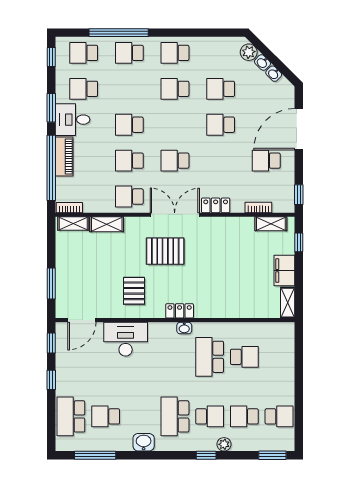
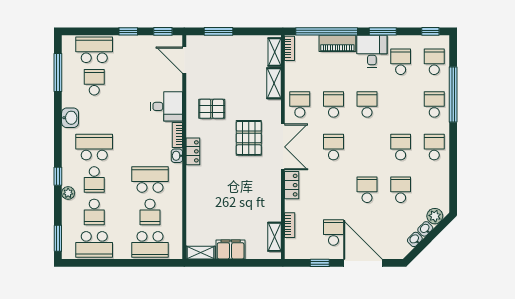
window: (299, 195) -> (320, 263), moved
window: (299, 242) -> (257, 263), removed
bookcase: (162, 327) -> (177, 135), added
desk: (126, 339) -> (166, 106), width x0.73
school desk: (279, 357) -> (150, 244), added
school desk: (244, 416) -> (94, 212), turned 180
school desk: (279, 416) -> (94, 244), width x1.85

